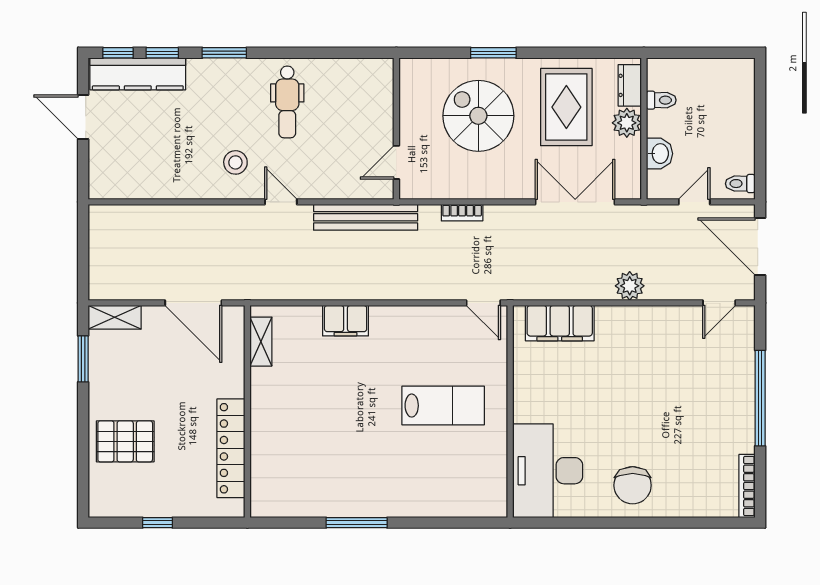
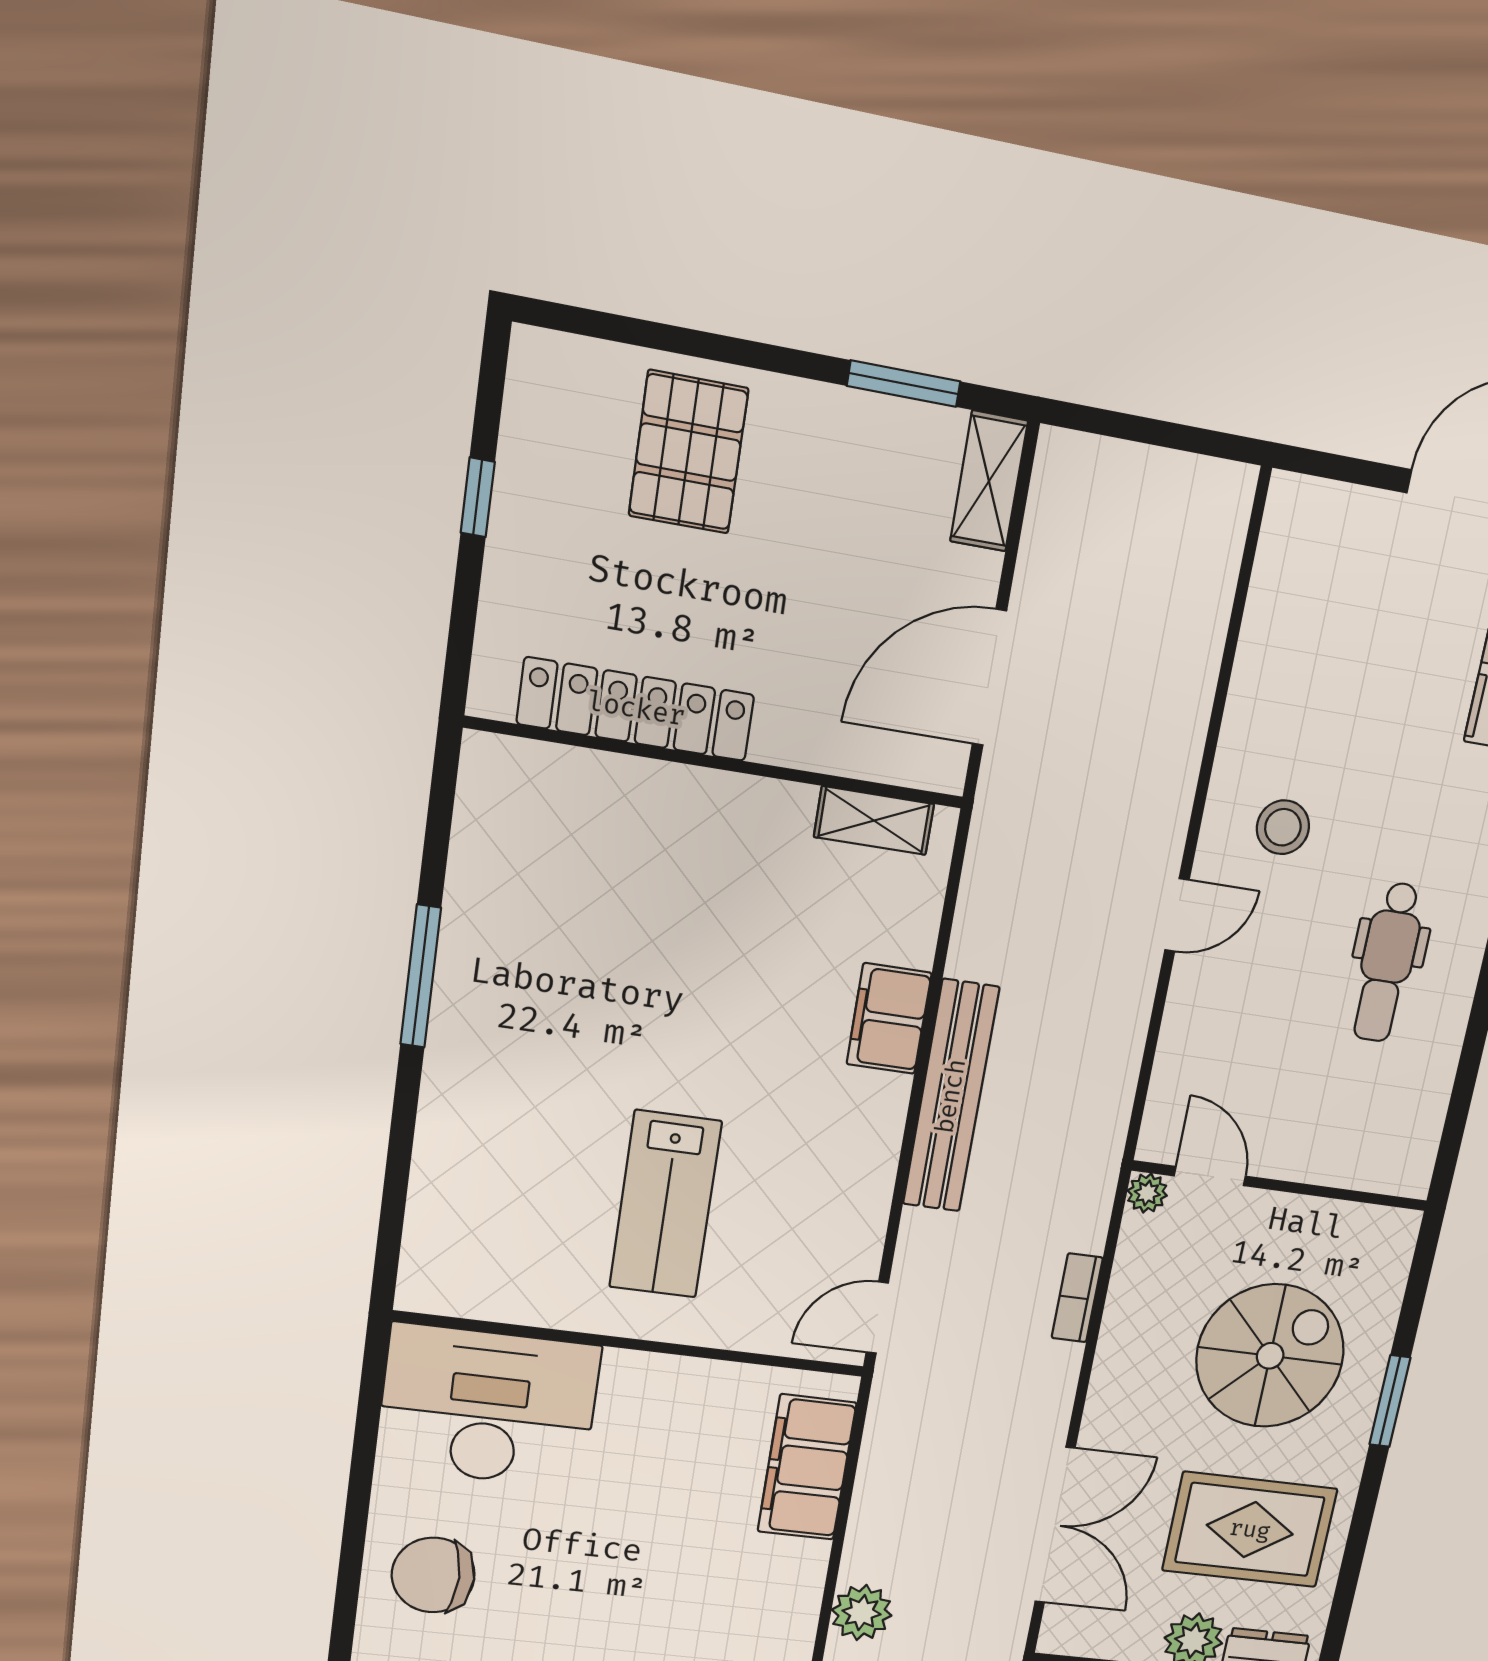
dental chair: (287, 102) -> (1387, 962), turned -90
plant: (408, 190) -> (1147, 1193), added
bench: (366, 217) -> (951, 1096), moved

